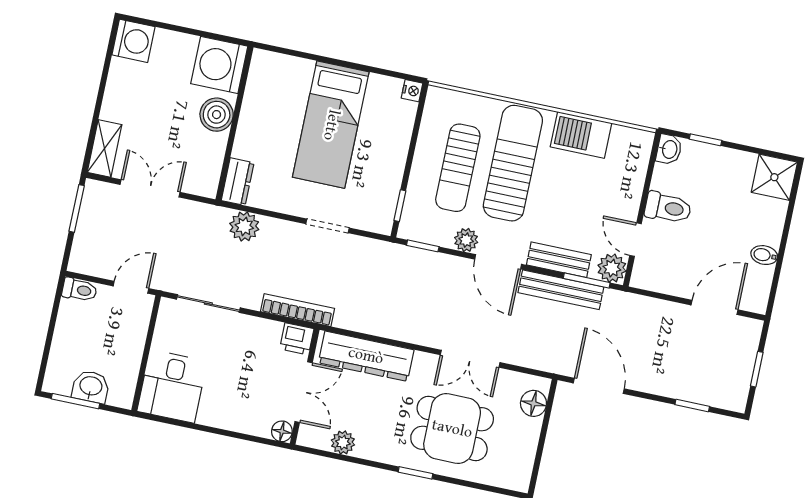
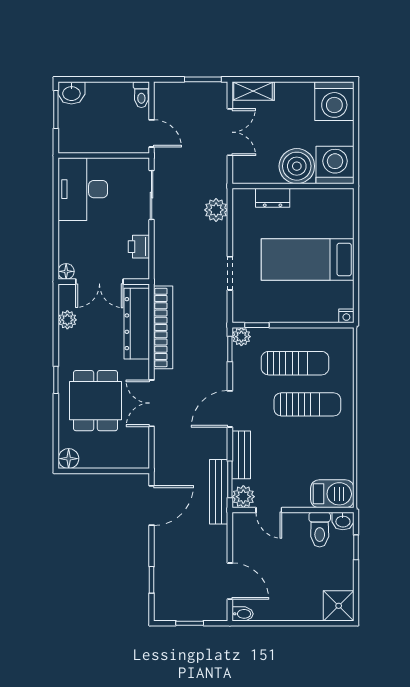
washing machine: (133, 41) -> (334, 101), width x1.37, depth x1.37
boiler: (217, 115) -> (297, 166), width x1.37, depth x1.37
barbecue: (581, 135) -> (332, 494), moved, turned 90
sun lounger: (513, 163) -> (307, 404), width x0.73, depth x0.75
sun lounger: (458, 168) -> (295, 363), turned 180
dresser: (238, 182) -> (273, 198), moved
toilet: (668, 208) -> (320, 530), moved
plant: (466, 240) -> (241, 337), moved
door: (636, 240) -> (269, 510), swing flipped
bidet: (764, 255) -> (243, 614), moved, turned 90
bench: (561, 290) -> (219, 492), moved
bookcase: (297, 310) -> (163, 327), moved, width x1.48, depth x1.31
printer: (297, 339) -> (139, 247), moved
desk: (172, 386) -> (83, 189), width x1.37
washbasin: (91, 387) -> (71, 93), moved, turned 90
floor lamp: (533, 403) -> (69, 459), moved

